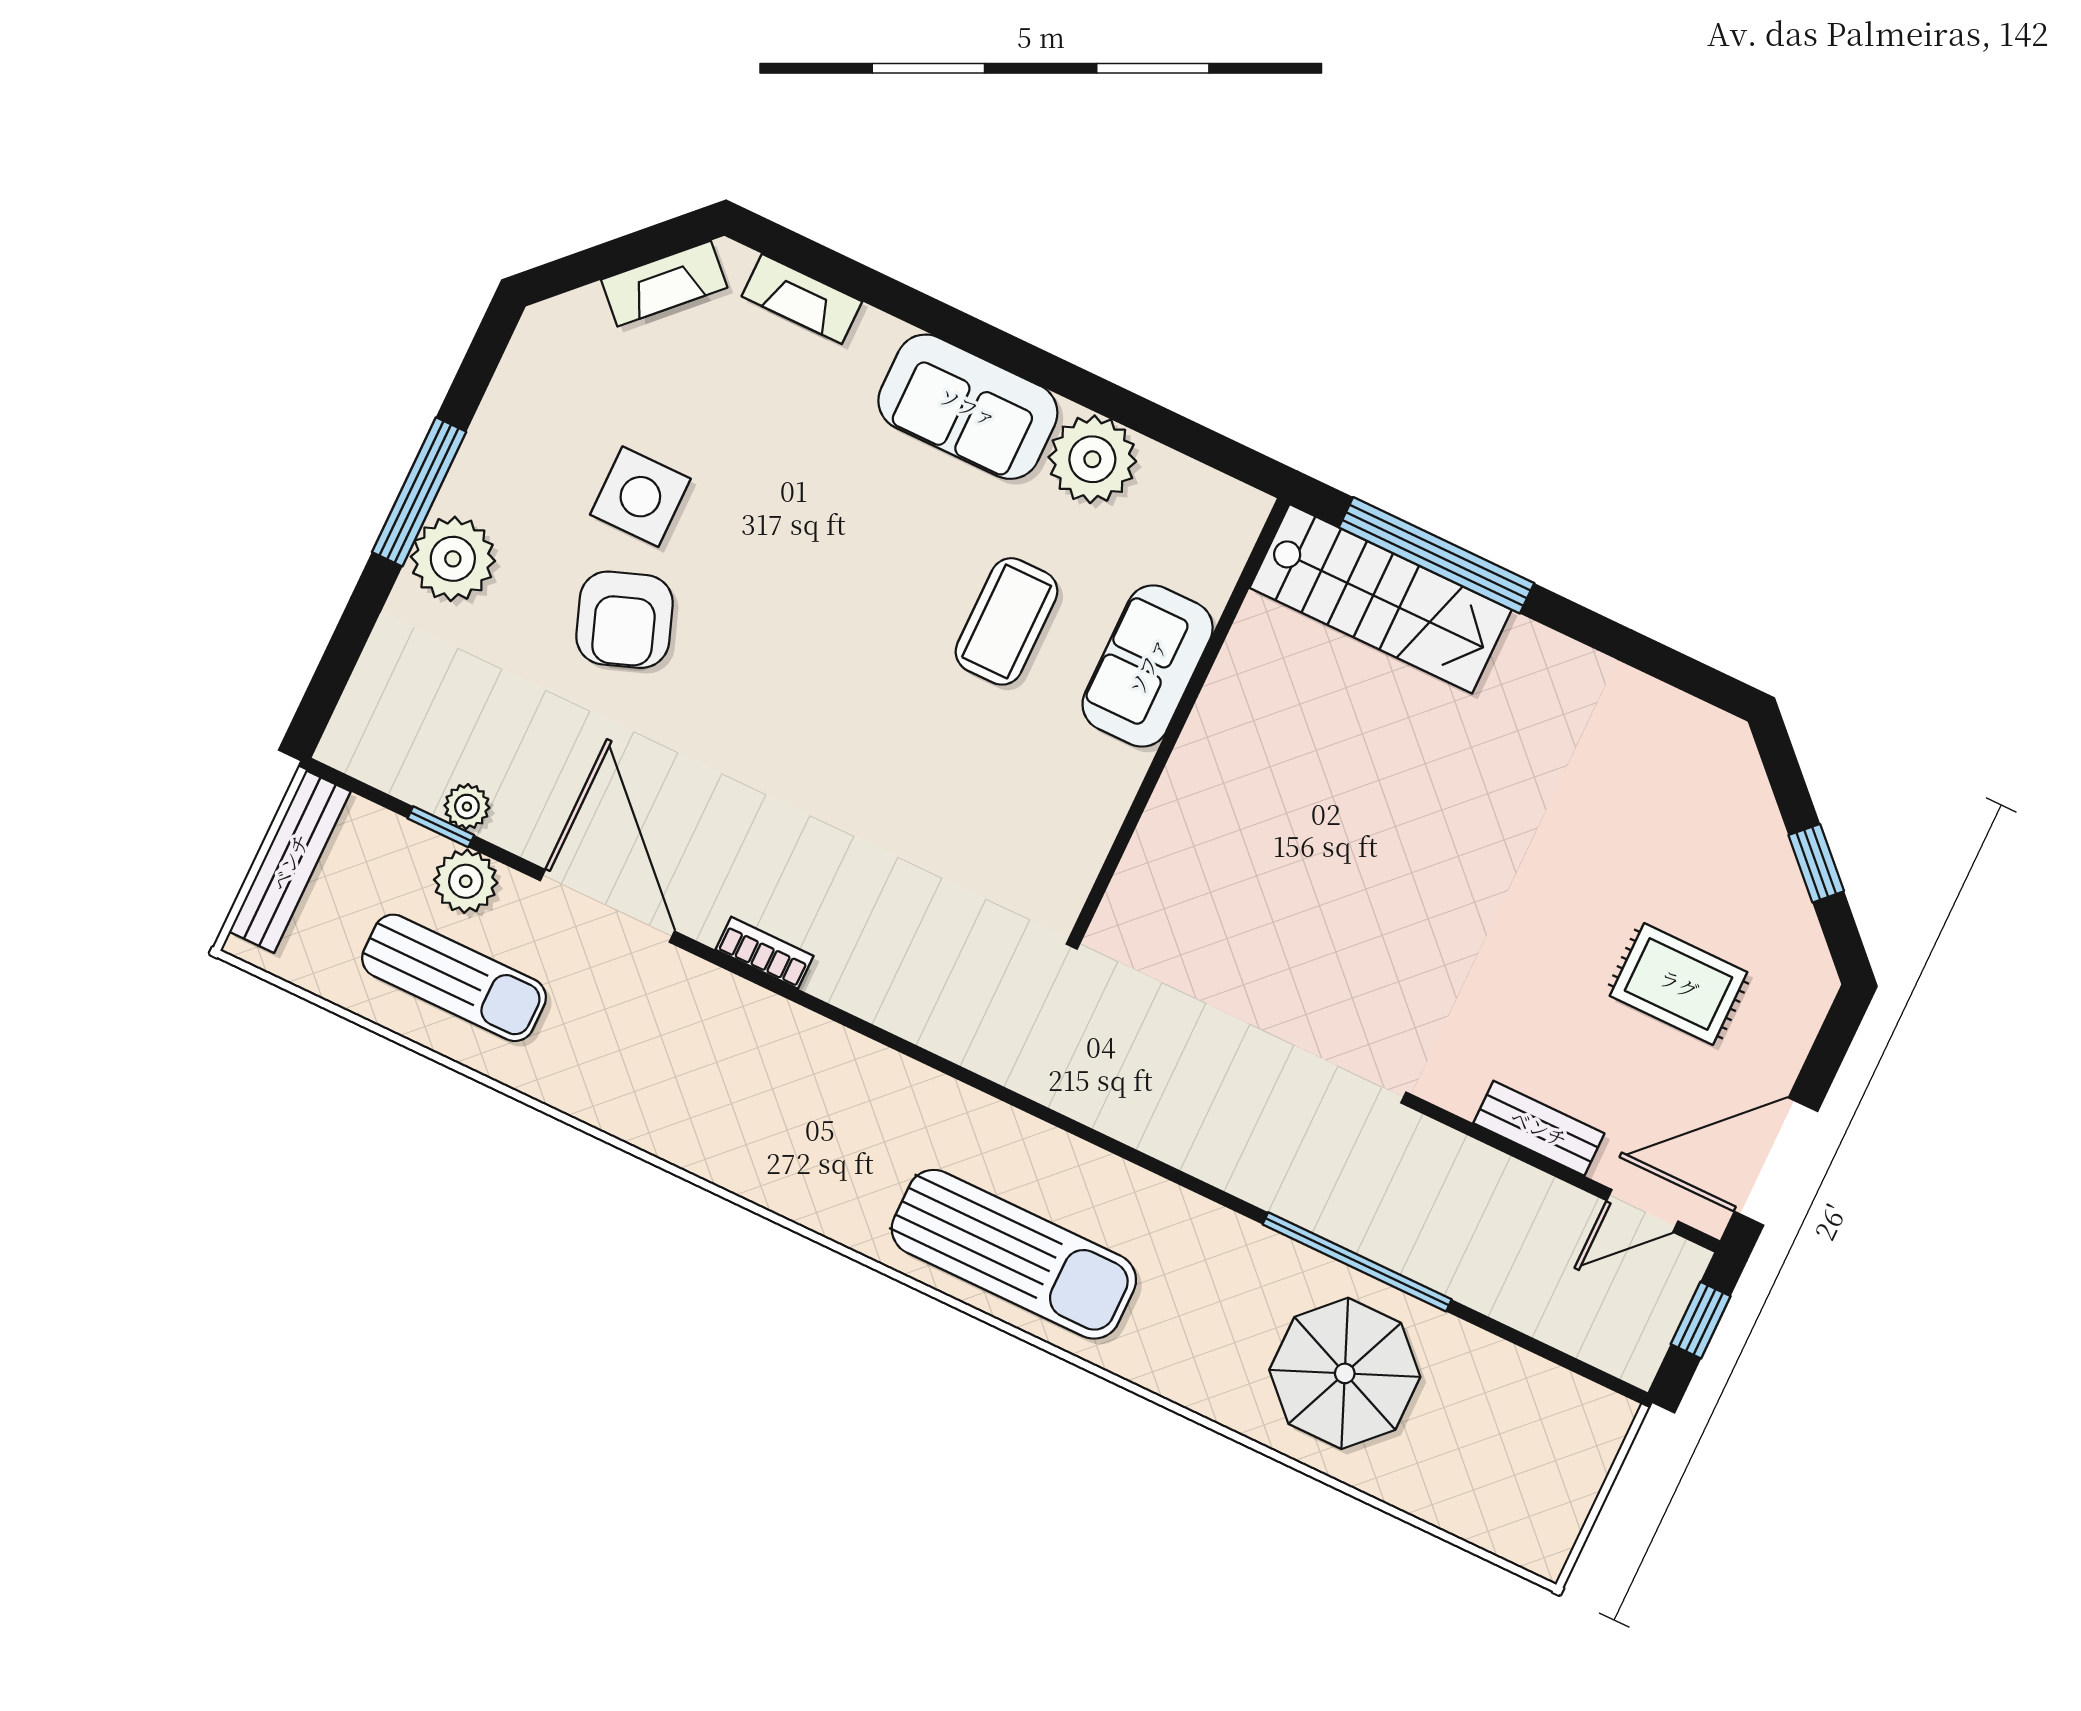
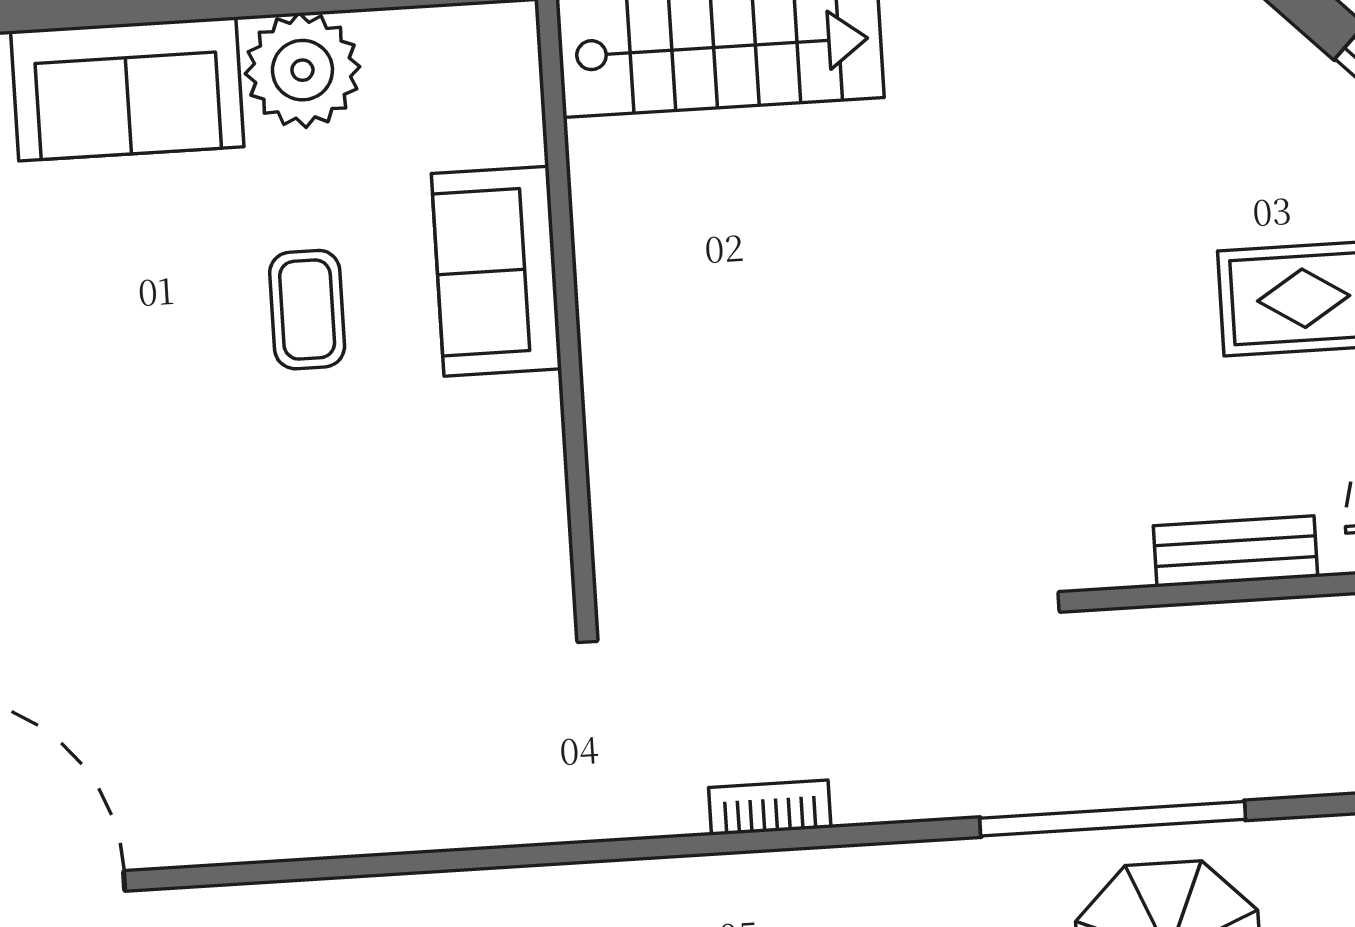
coffee table: (1007, 621) -> (307, 310), width x0.73, depth x0.77
bookcase: (764, 953) -> (770, 808), moved

